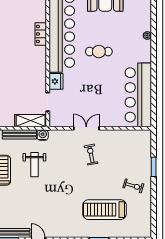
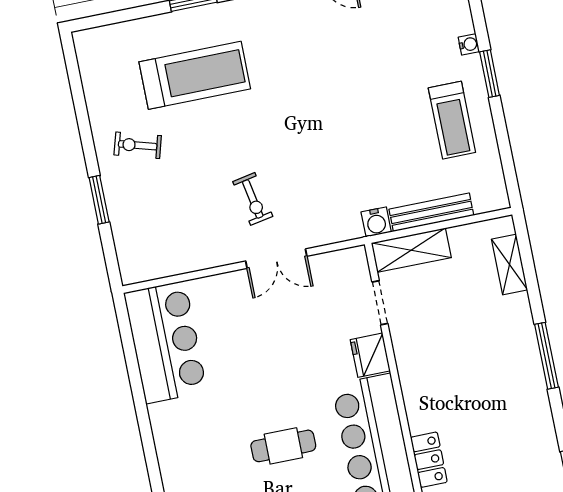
bar counter: (138, 95) -> (165, 342), width x0.73
weight bench: (34, 165) -> (382, 148), removed

